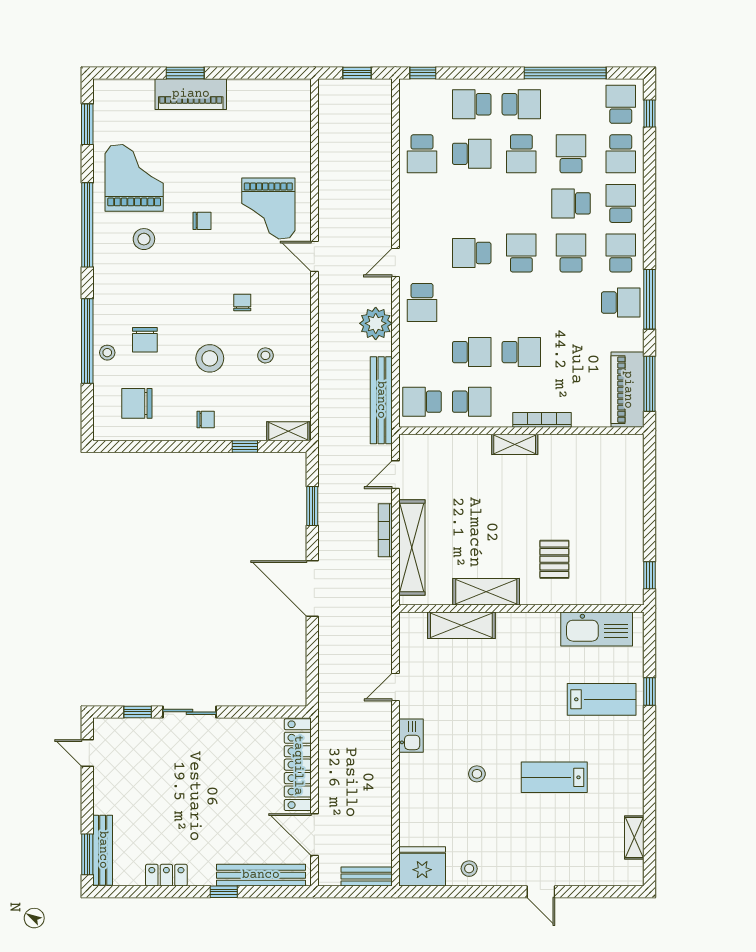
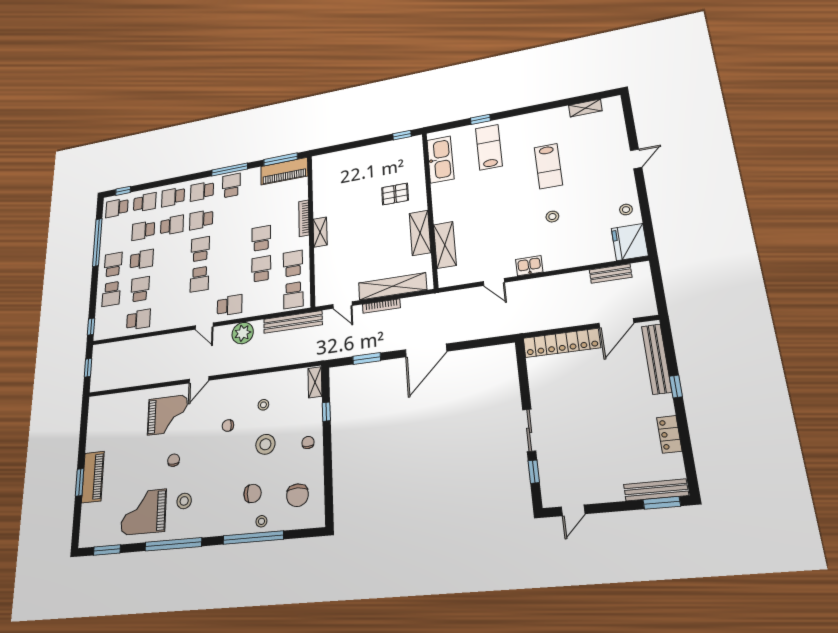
school desk: (571, 203) -> (172, 225), turned -90
school desk: (521, 253) -> (200, 249), turned 90
bench: (367, 877) -> (611, 274), moved, turned 90

